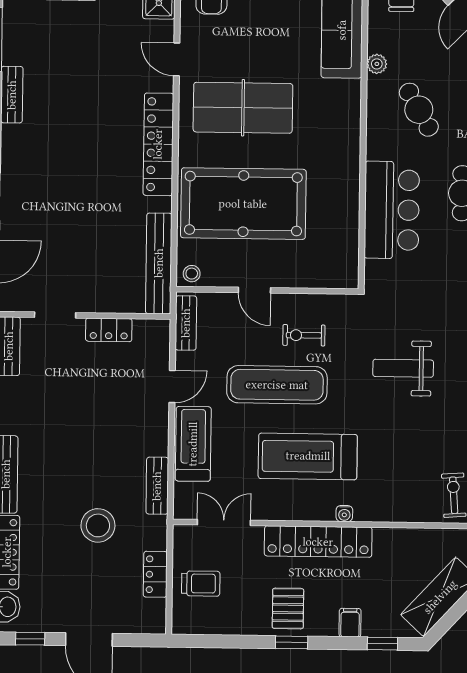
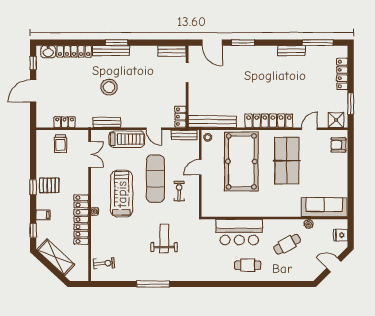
locker: (109, 330) -> (180, 117), moved
stool: (98, 525) -> (109, 87), moved
locker: (318, 542) -> (81, 220), moved

